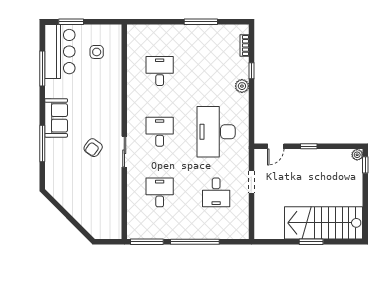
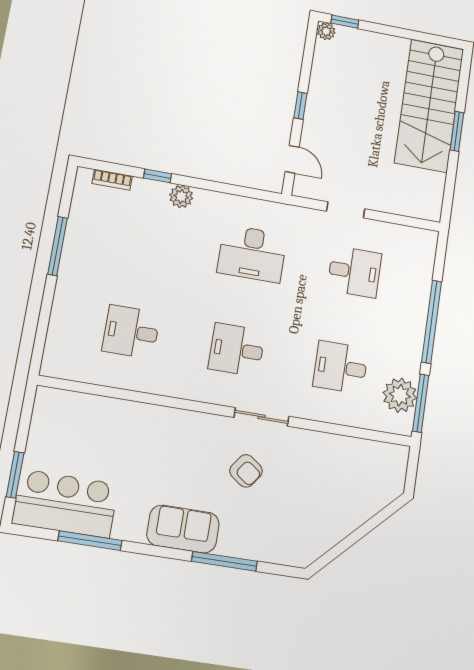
side table: (97, 52) -> (78, 437), removed
desk: (216, 132) -> (252, 254), width x0.73, depth x0.77
plant: (150, 229) -> (400, 395), added

